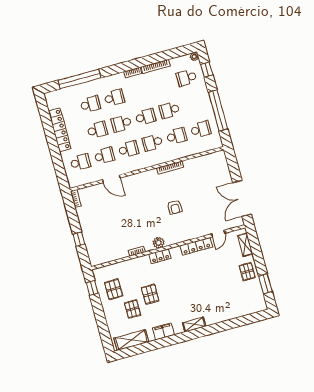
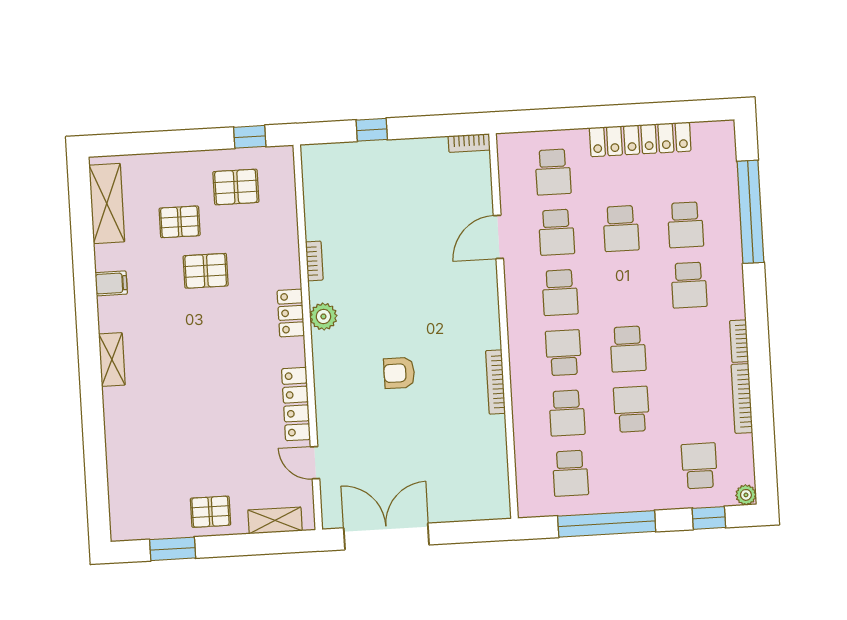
school desk: (121, 123) -> (624, 289), removed
filing cabinet: (163, 331) -> (111, 283), width x0.50

